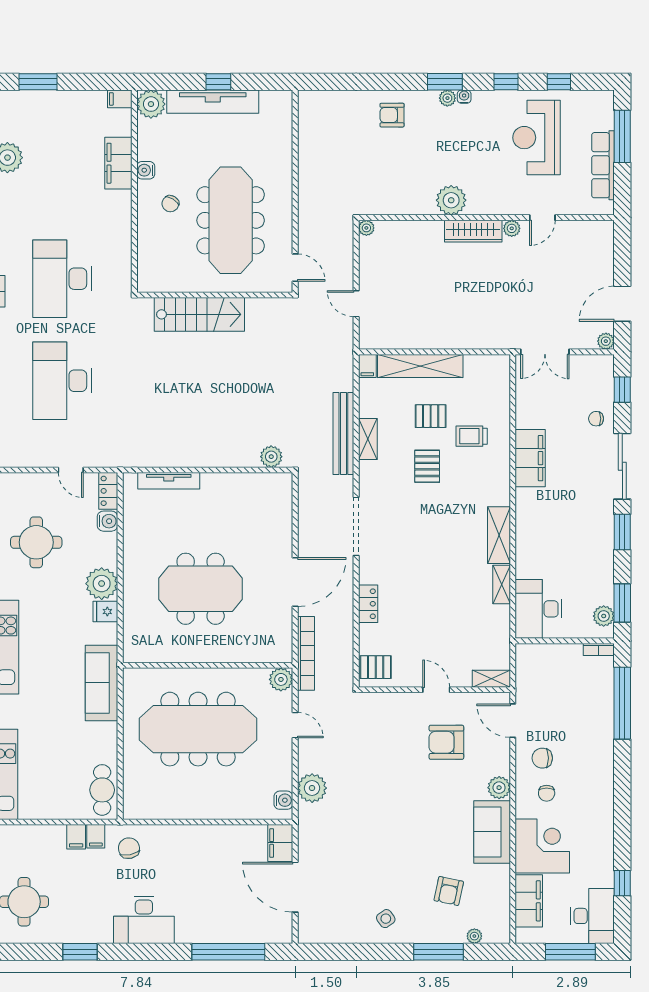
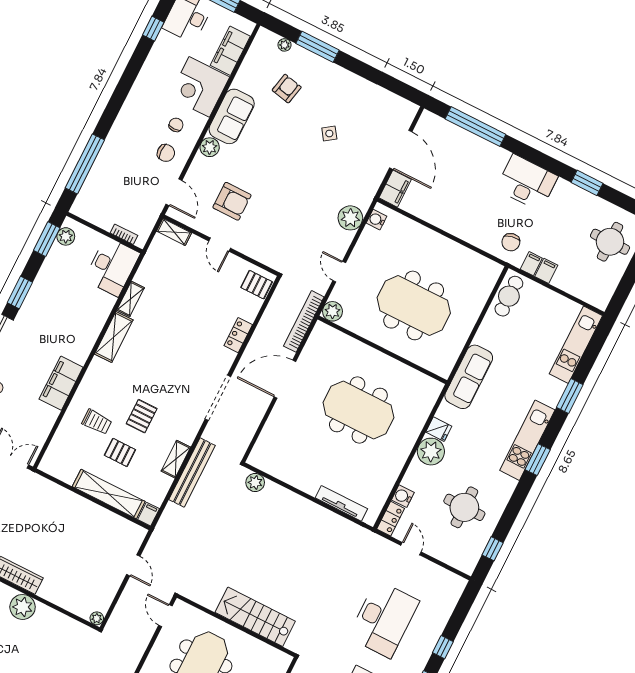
bookcase: (599, 649) -> (124, 234), moved
meeting table: (198, 729) -> (414, 305), width x0.73
side table: (386, 919) -> (329, 133), moved

